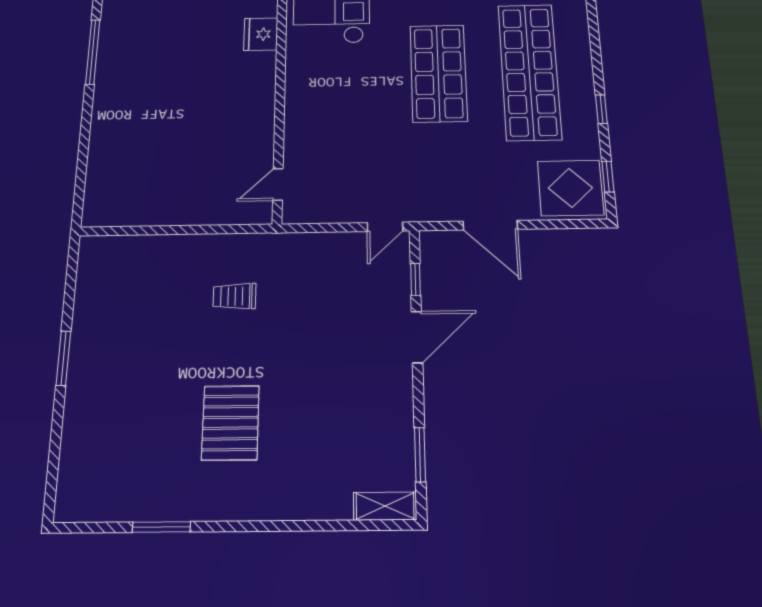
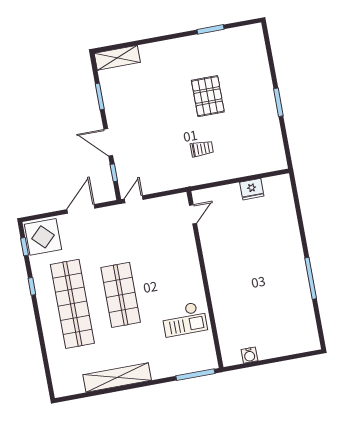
fridge: (261, 34) -> (252, 189), moved, turned 90
door: (490, 225) -> (81, 209), hinge flipped
door: (417, 337) -> (108, 142), hinge flipped
pallet: (230, 423) -> (208, 96), moved
window: (420, 455) -> (100, 97), moved
shelving: (385, 506) -> (117, 58), width x1.50, depth x1.33

